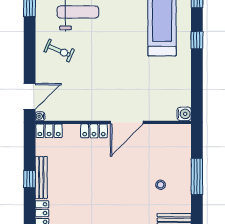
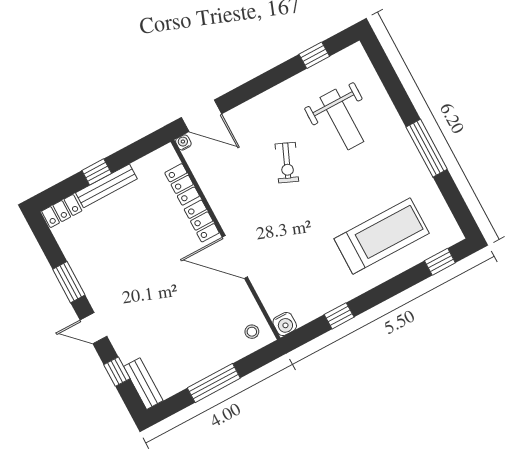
window: (197, 40) -> (339, 316), moved
exercise bike: (59, 51) -> (287, 163), moved
locker: (49, 131) -> (182, 184), moved
stool: (161, 185) -> (252, 332), moved

